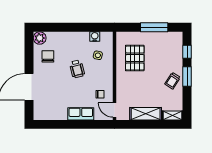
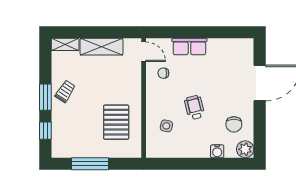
water cooler: (95, 37) -> (217, 151), moved

